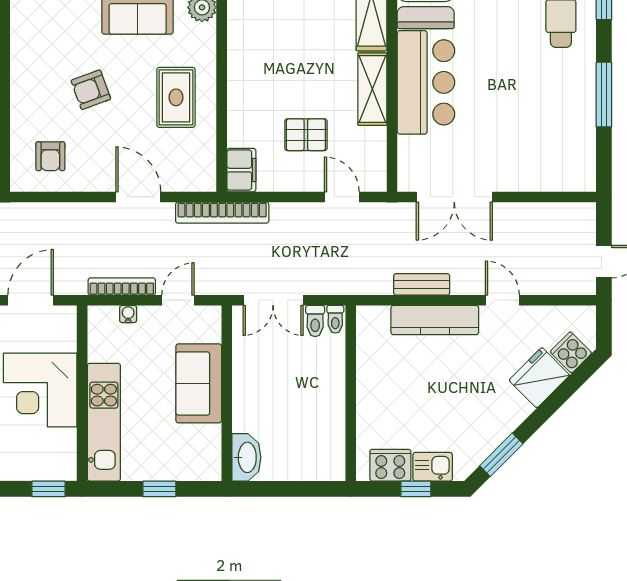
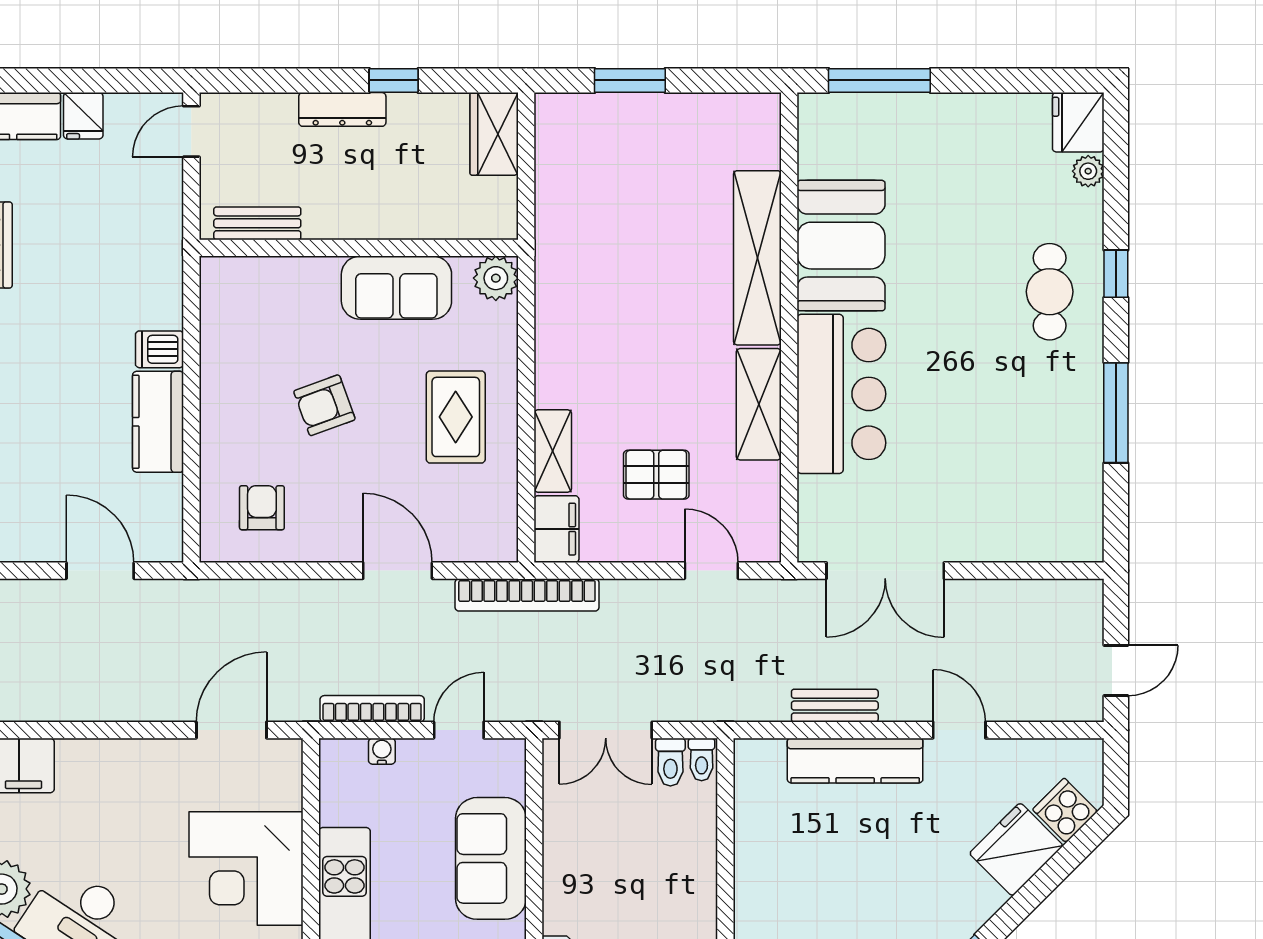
shelving: (239, 119) -> (553, 451), added
armchair: (50, 156) -> (262, 508), turned 180

